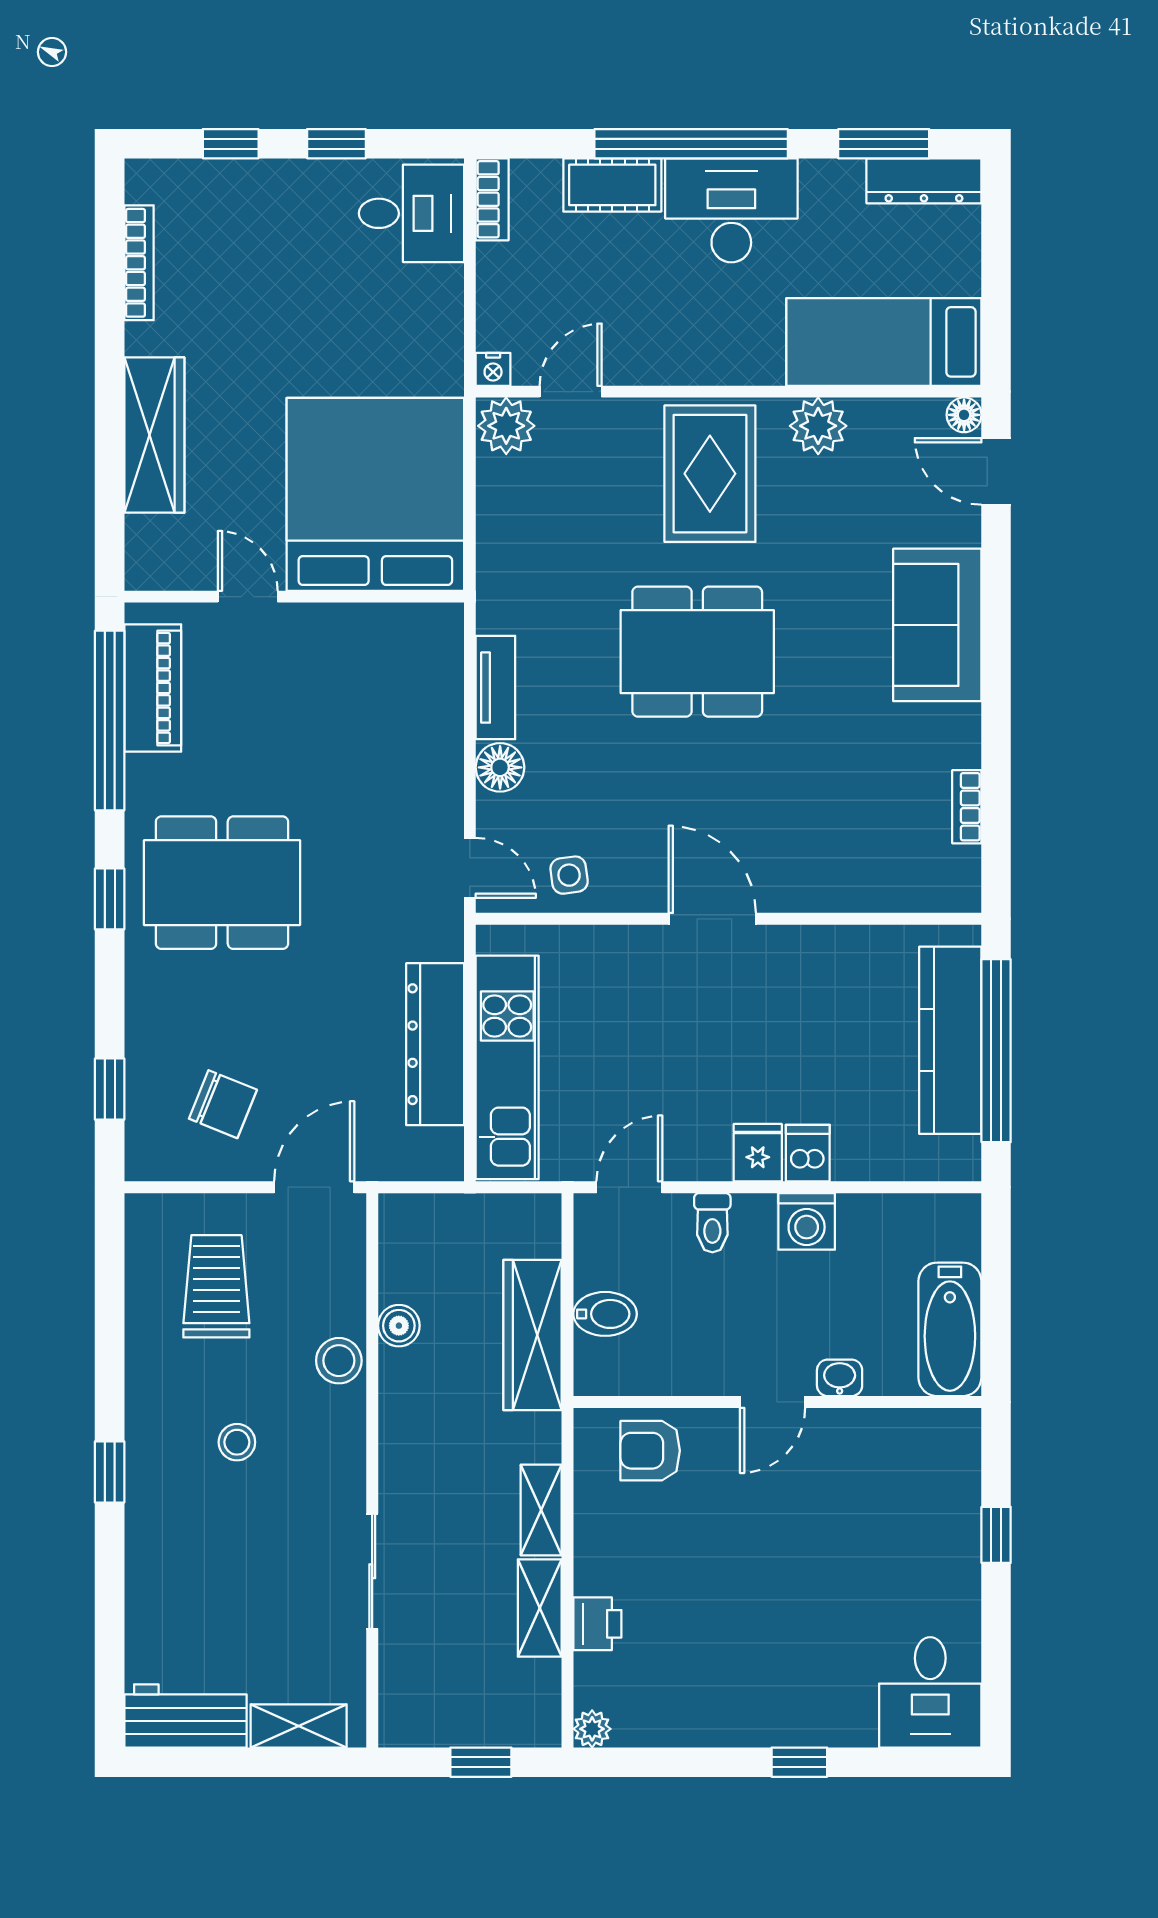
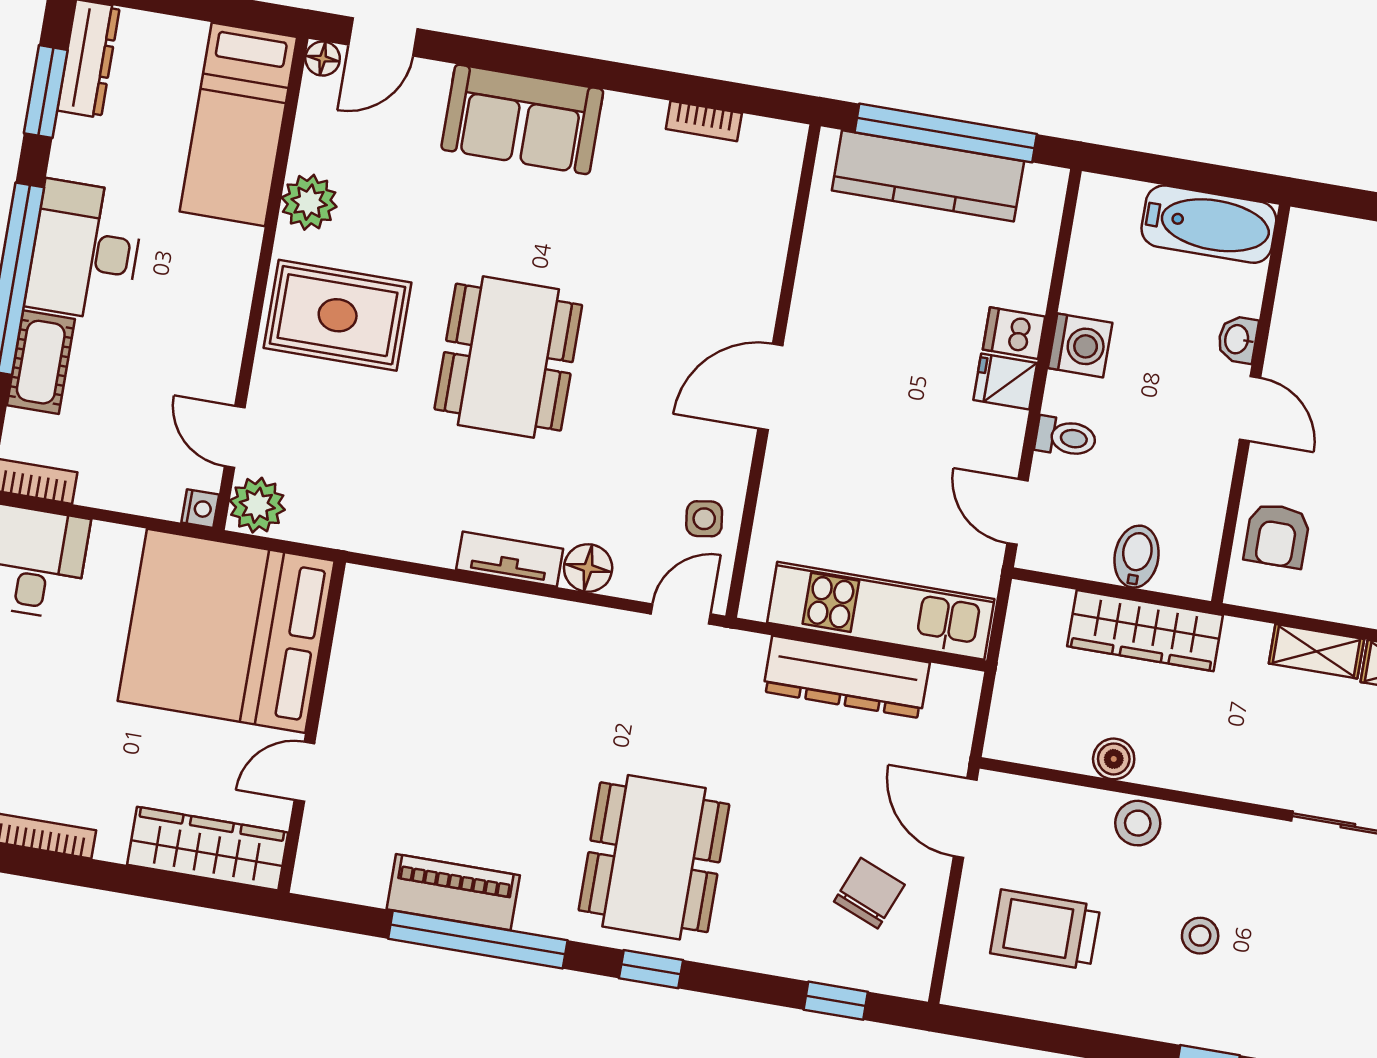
bed: (375, 494) -> (226, 631), moved
door: (248, 597) -> (304, 772), moved
wall: (294, 597) -> (312, 727), moved

